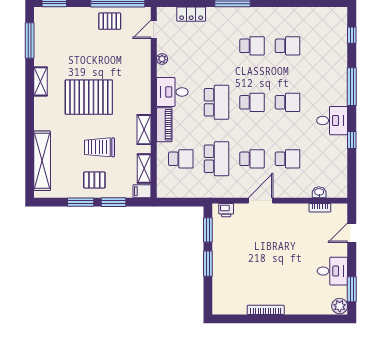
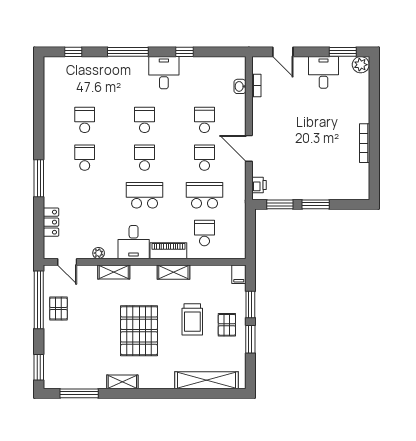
shelving: (144, 168) -> (114, 272), moved

